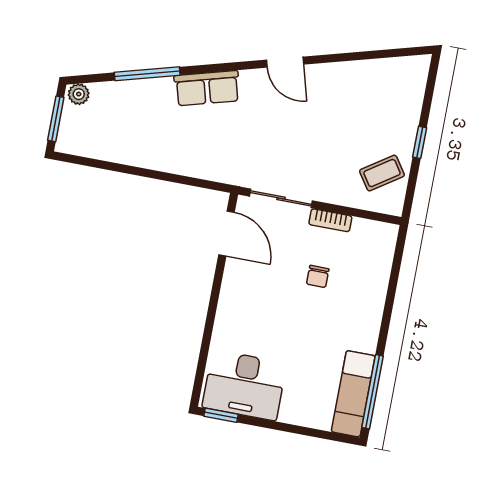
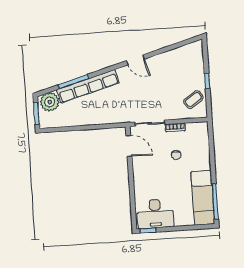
row of seats: (207, 88) -> (88, 86), width x2.02
plant: (79, 94) -> (50, 102), width x1.88, depth x1.88
exam couch: (353, 394) -> (203, 198), width x1.36, depth x1.45

